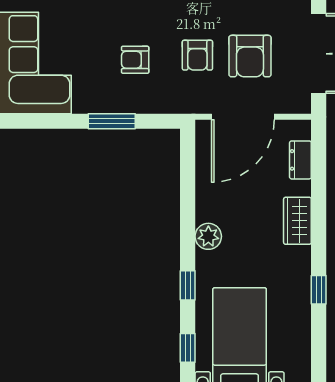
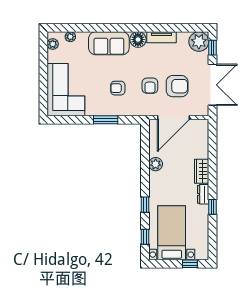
armchair: (250, 56) -> (177, 86), turned -90
dresser: (300, 160) -> (203, 194), moved
plant: (208, 236) -> (156, 164), moved

